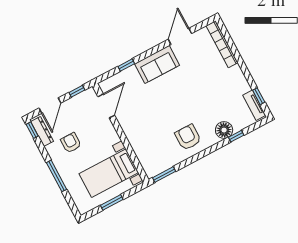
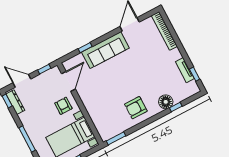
sofa: (157, 64) -> (105, 50), width x1.36
tv unit: (254, 105) -> (185, 70), moved
door: (50, 106) -> (22, 81), swing flipped
armchair: (188, 137) -> (136, 108), turned -90
armchair: (71, 143) -> (63, 106), moved

